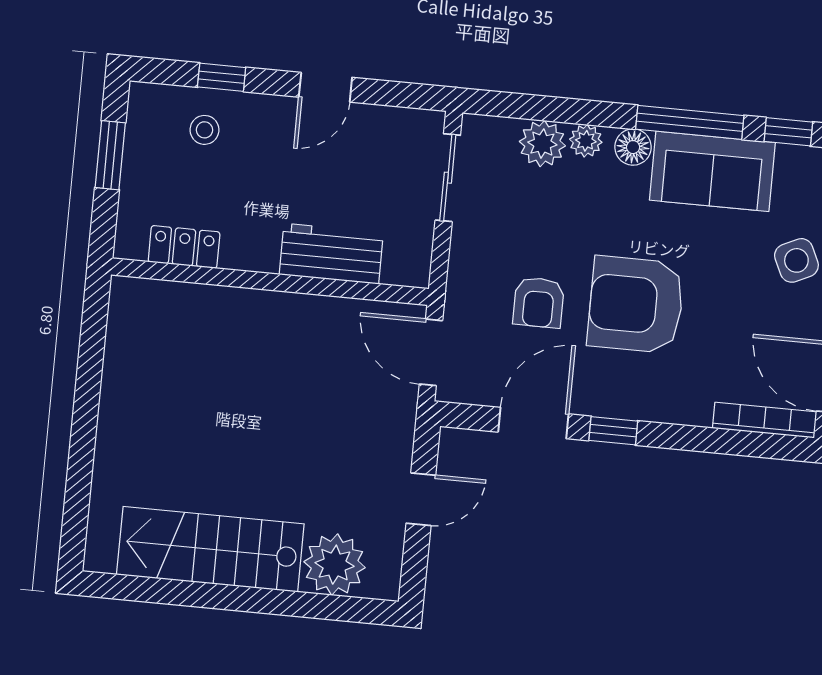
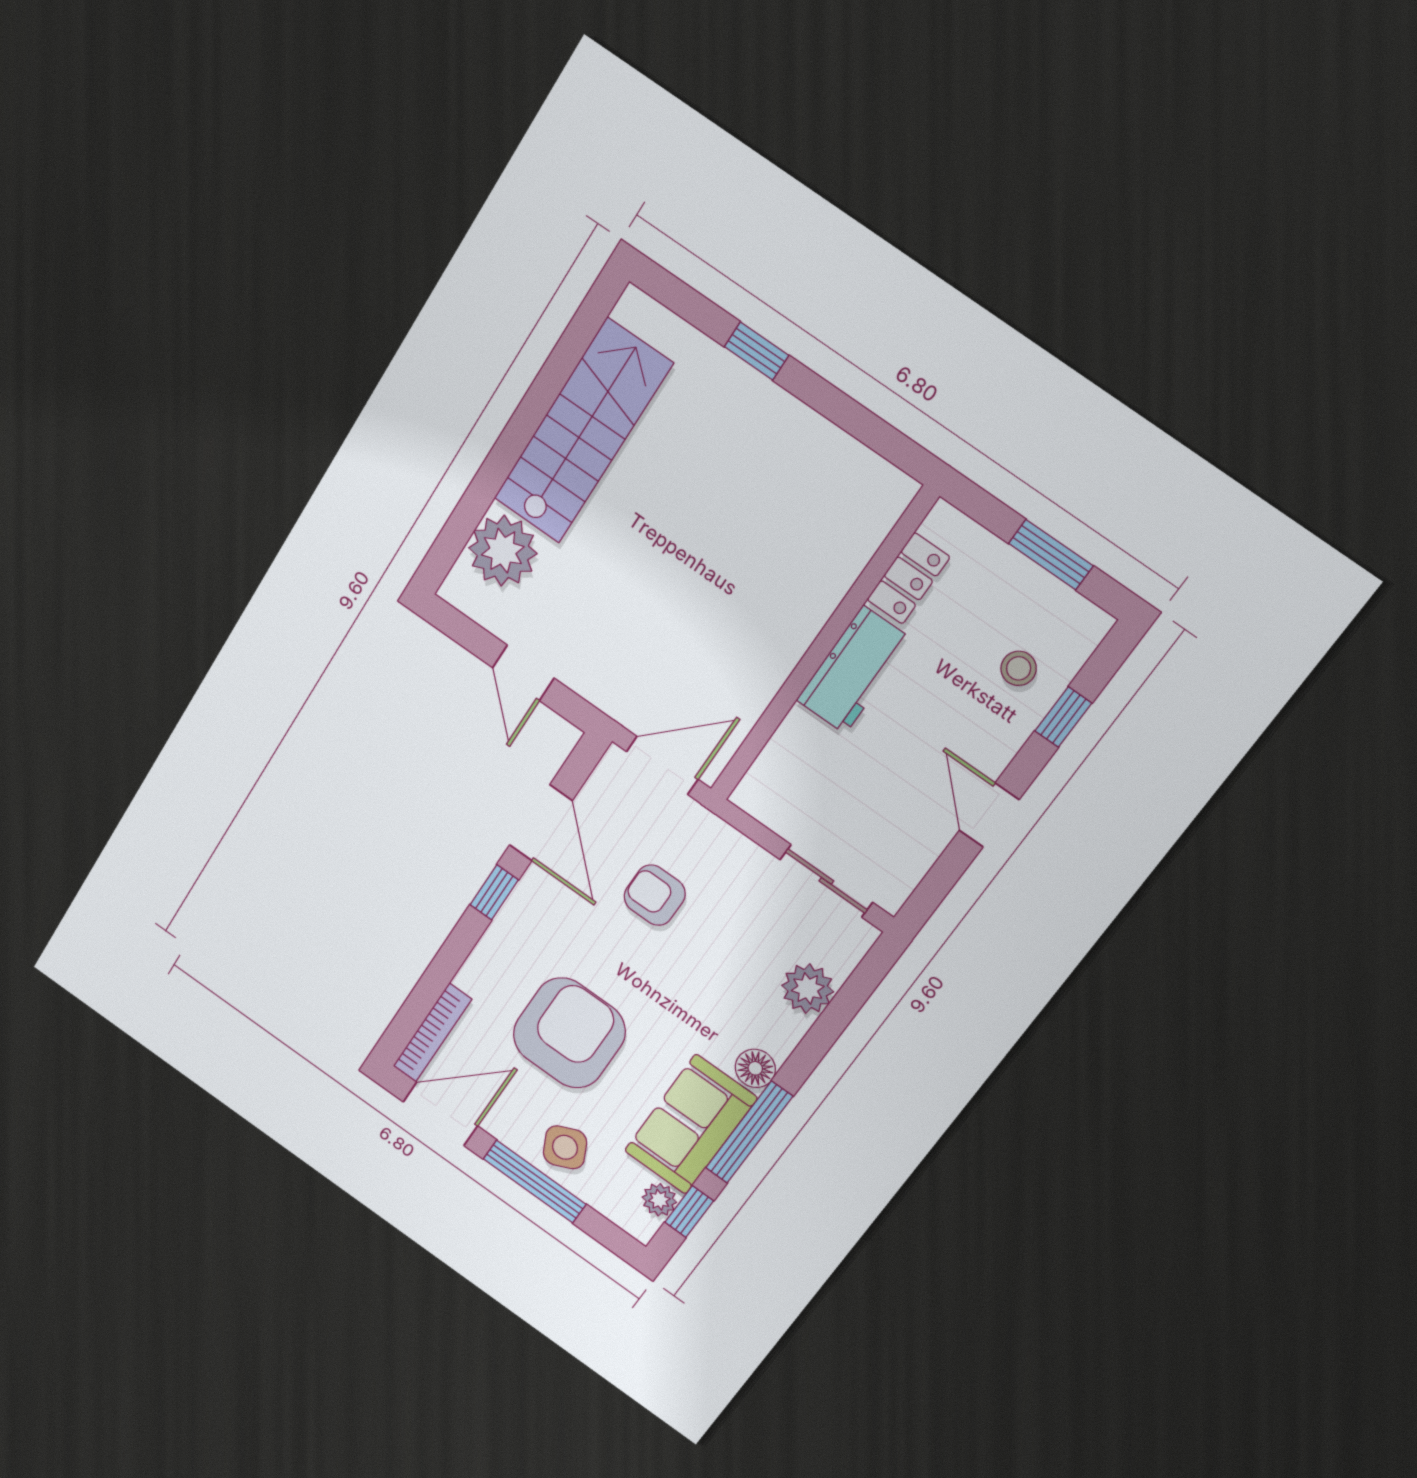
plant: (586, 141) -> (659, 1200), moved
workbench: (331, 254) -> (854, 670), moved
armchair: (636, 305) -> (569, 1033), moved
window: (82, 450) -> (756, 351), added

